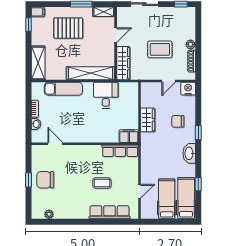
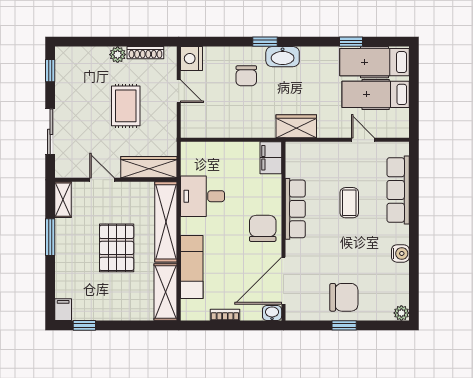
pallet: (68, 28) -> (117, 248), moved
shelving: (38, 63) -> (165, 292), moved, turned 90
wardrobe: (148, 120) -> (296, 126), moved
washbasin: (36, 124) -> (272, 313), moved
chair: (87, 131) -> (263, 228), added
door: (55, 144) -> (283, 281), width x1.88
row of seats: (120, 151) -> (295, 209), moved
washbasin: (189, 153) -> (283, 57), moved
chair: (45, 180) -> (344, 297), turned -90
plant: (49, 214) -> (401, 313), moved
water cooler: (72, 214) -> (400, 253), added

